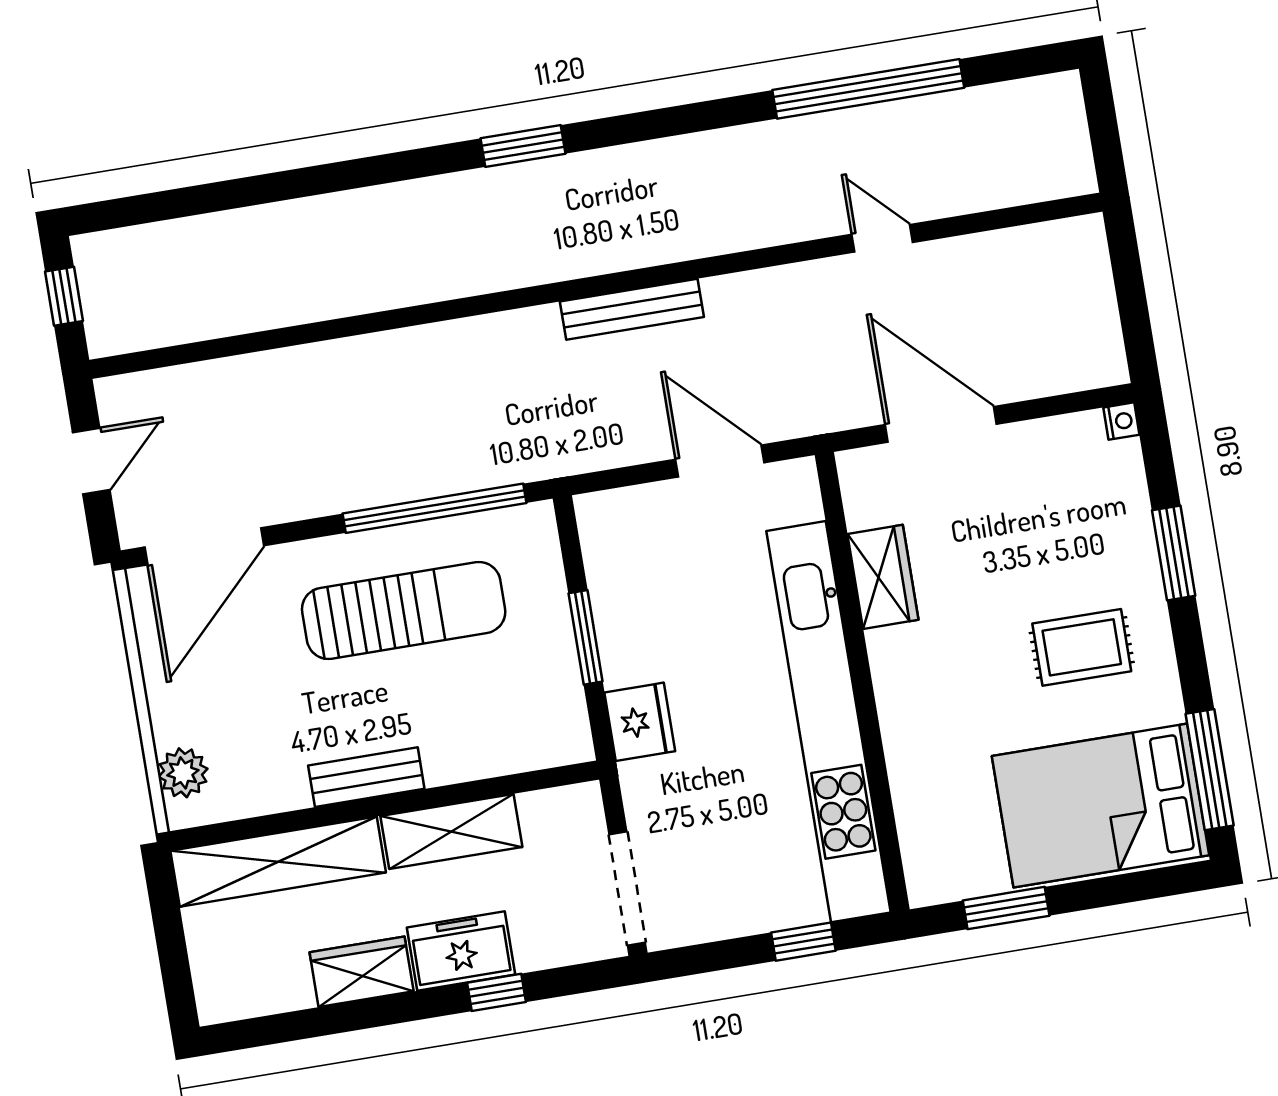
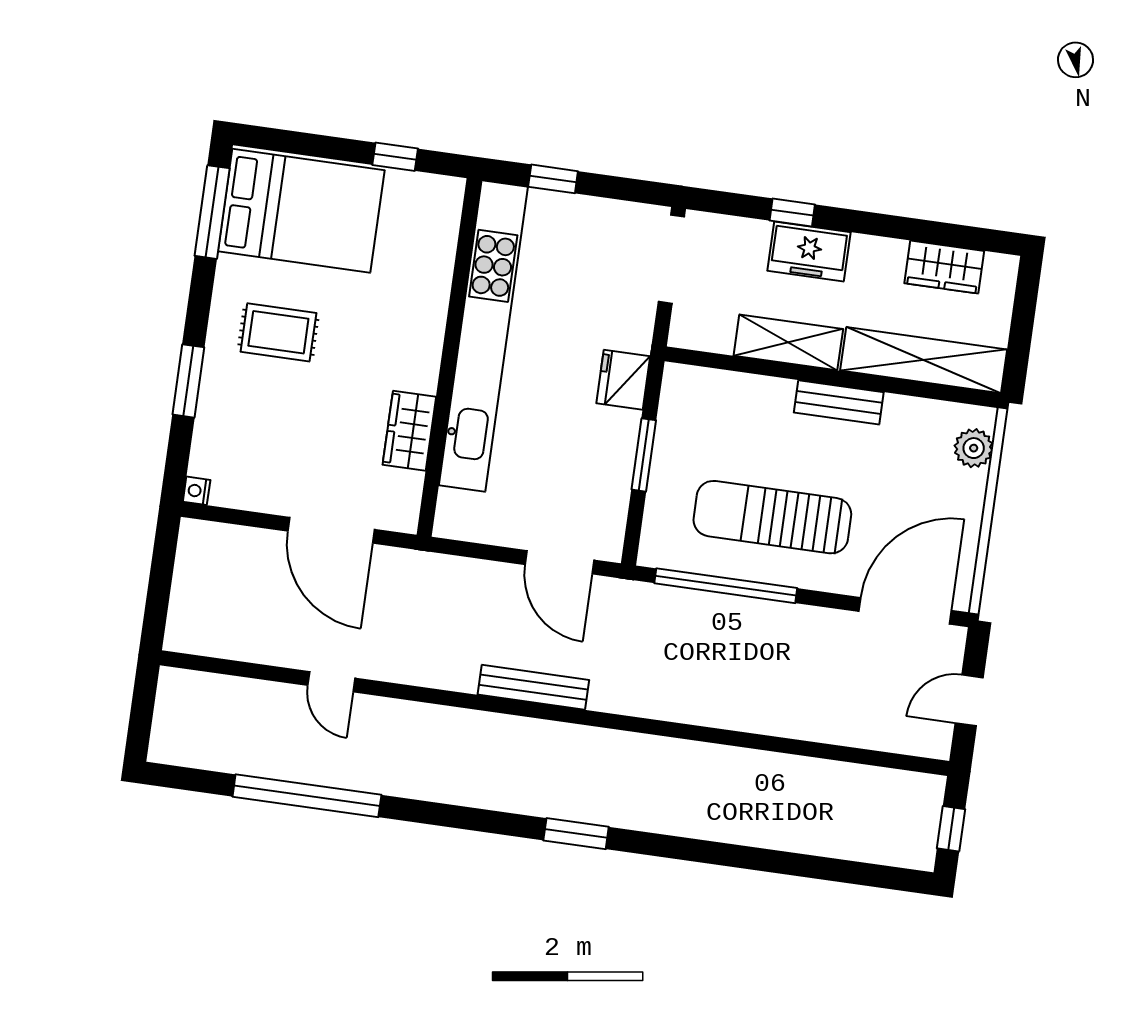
door: (720, 461) -> (560, 562), moved
window: (1006, 908) -> (395, 157), width x0.67
wardrobe: (362, 972) -> (944, 267), moved

